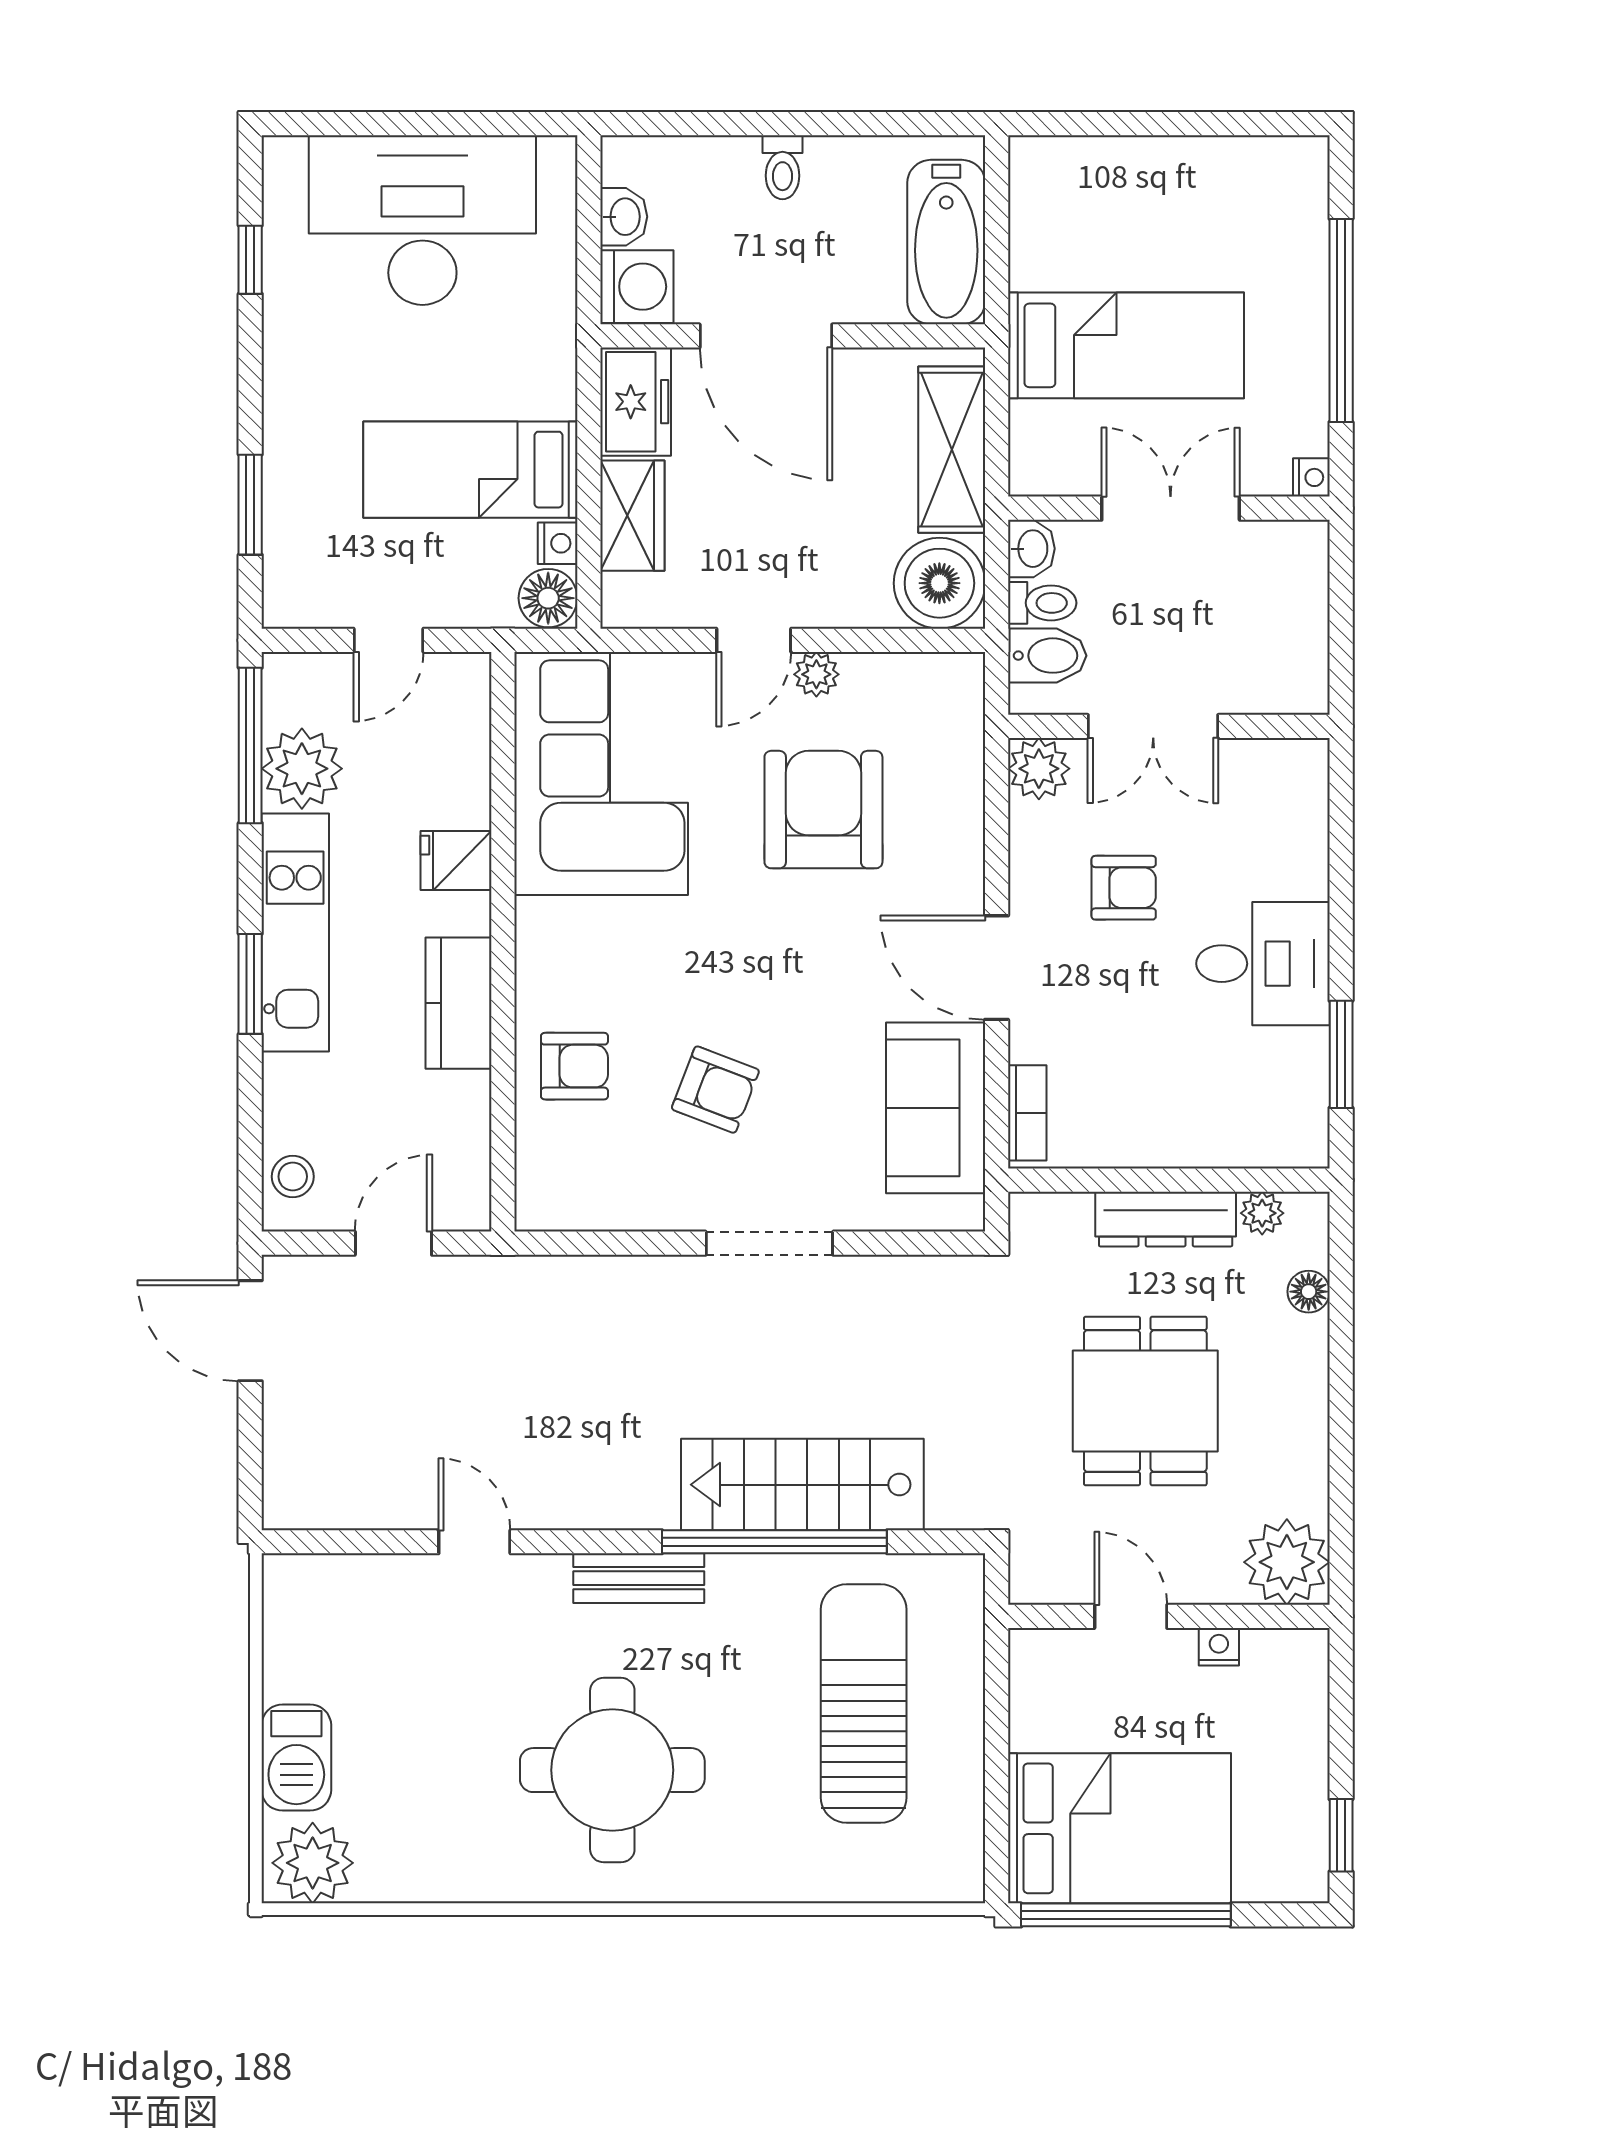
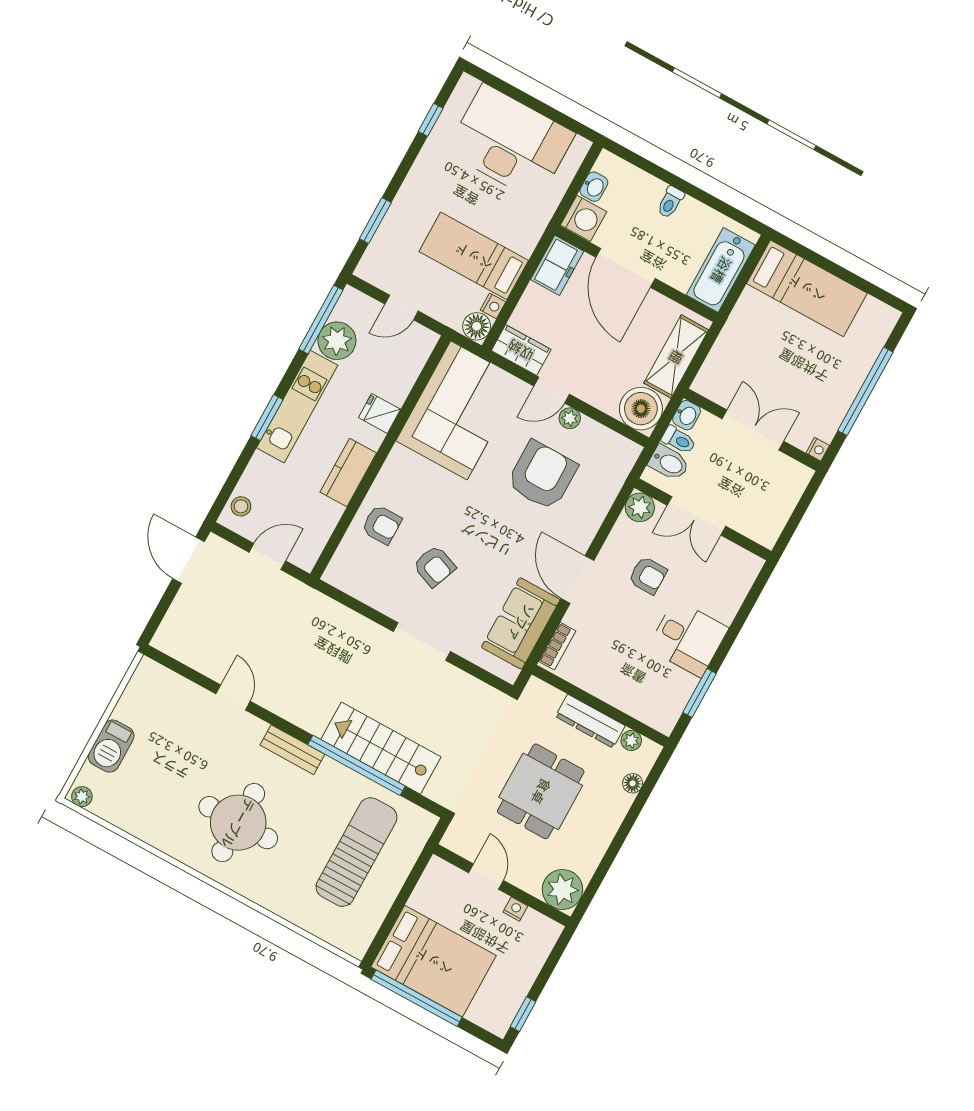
bed: (1126, 345) -> (807, 288), moved
wardrobe: (632, 516) -> (521, 350), moved, turned -90
plant: (313, 1863) -> (82, 797), width x0.53, depth x0.53

